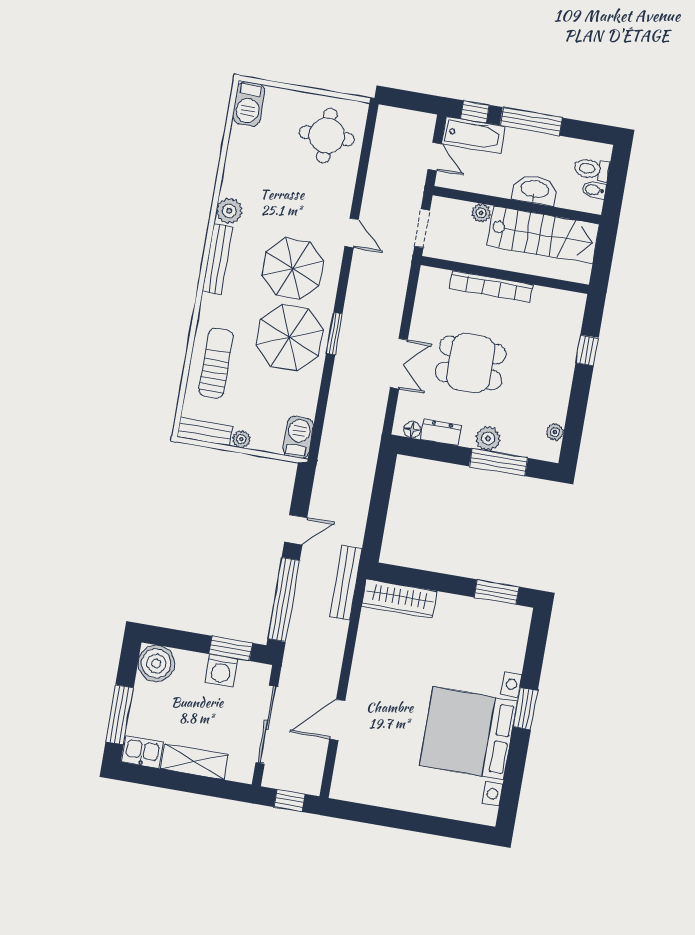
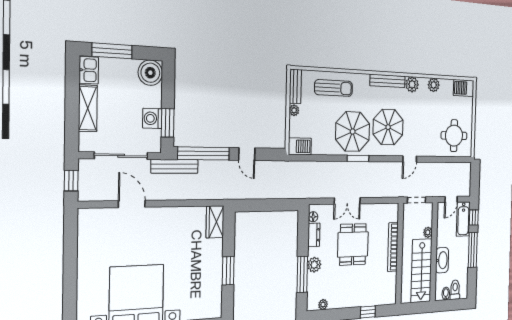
plant: (236, 167) -> (434, 85), added
bench: (346, 583) -> (175, 166), moved
window: (497, 592) -> (228, 271), moved
wardrobe: (399, 599) -> (215, 222), width x0.67

